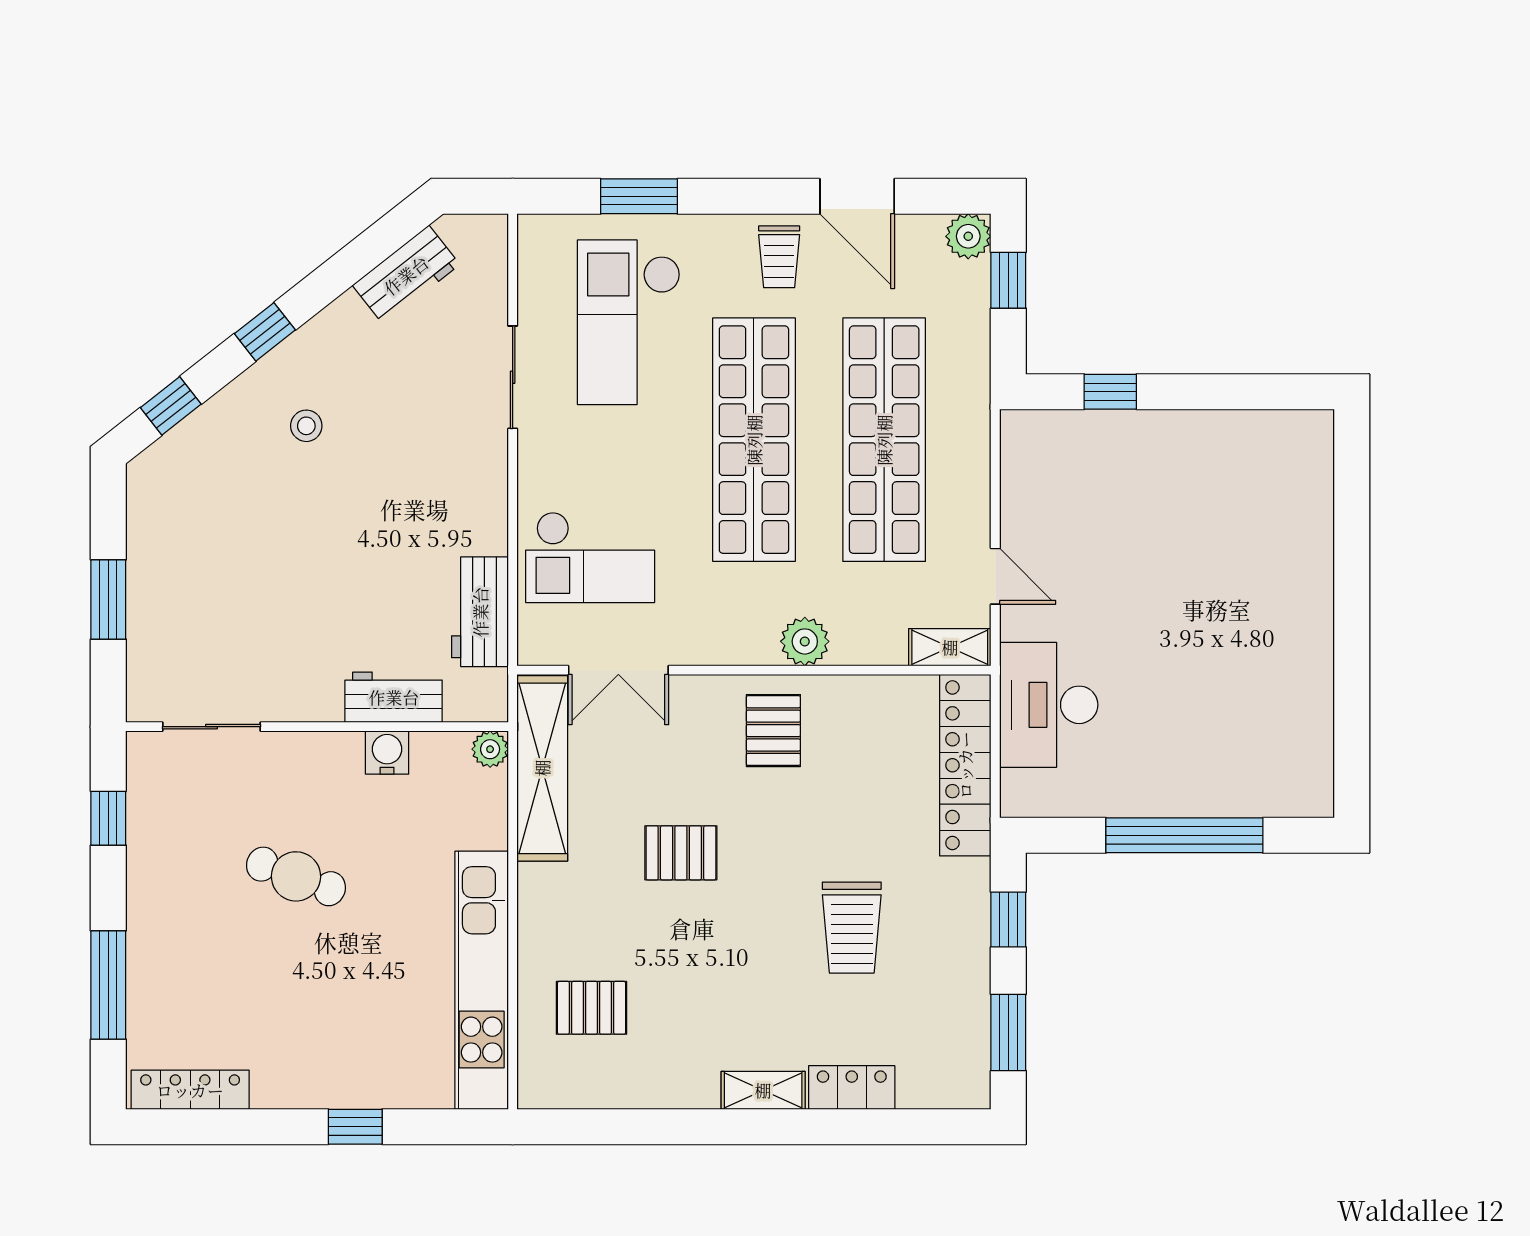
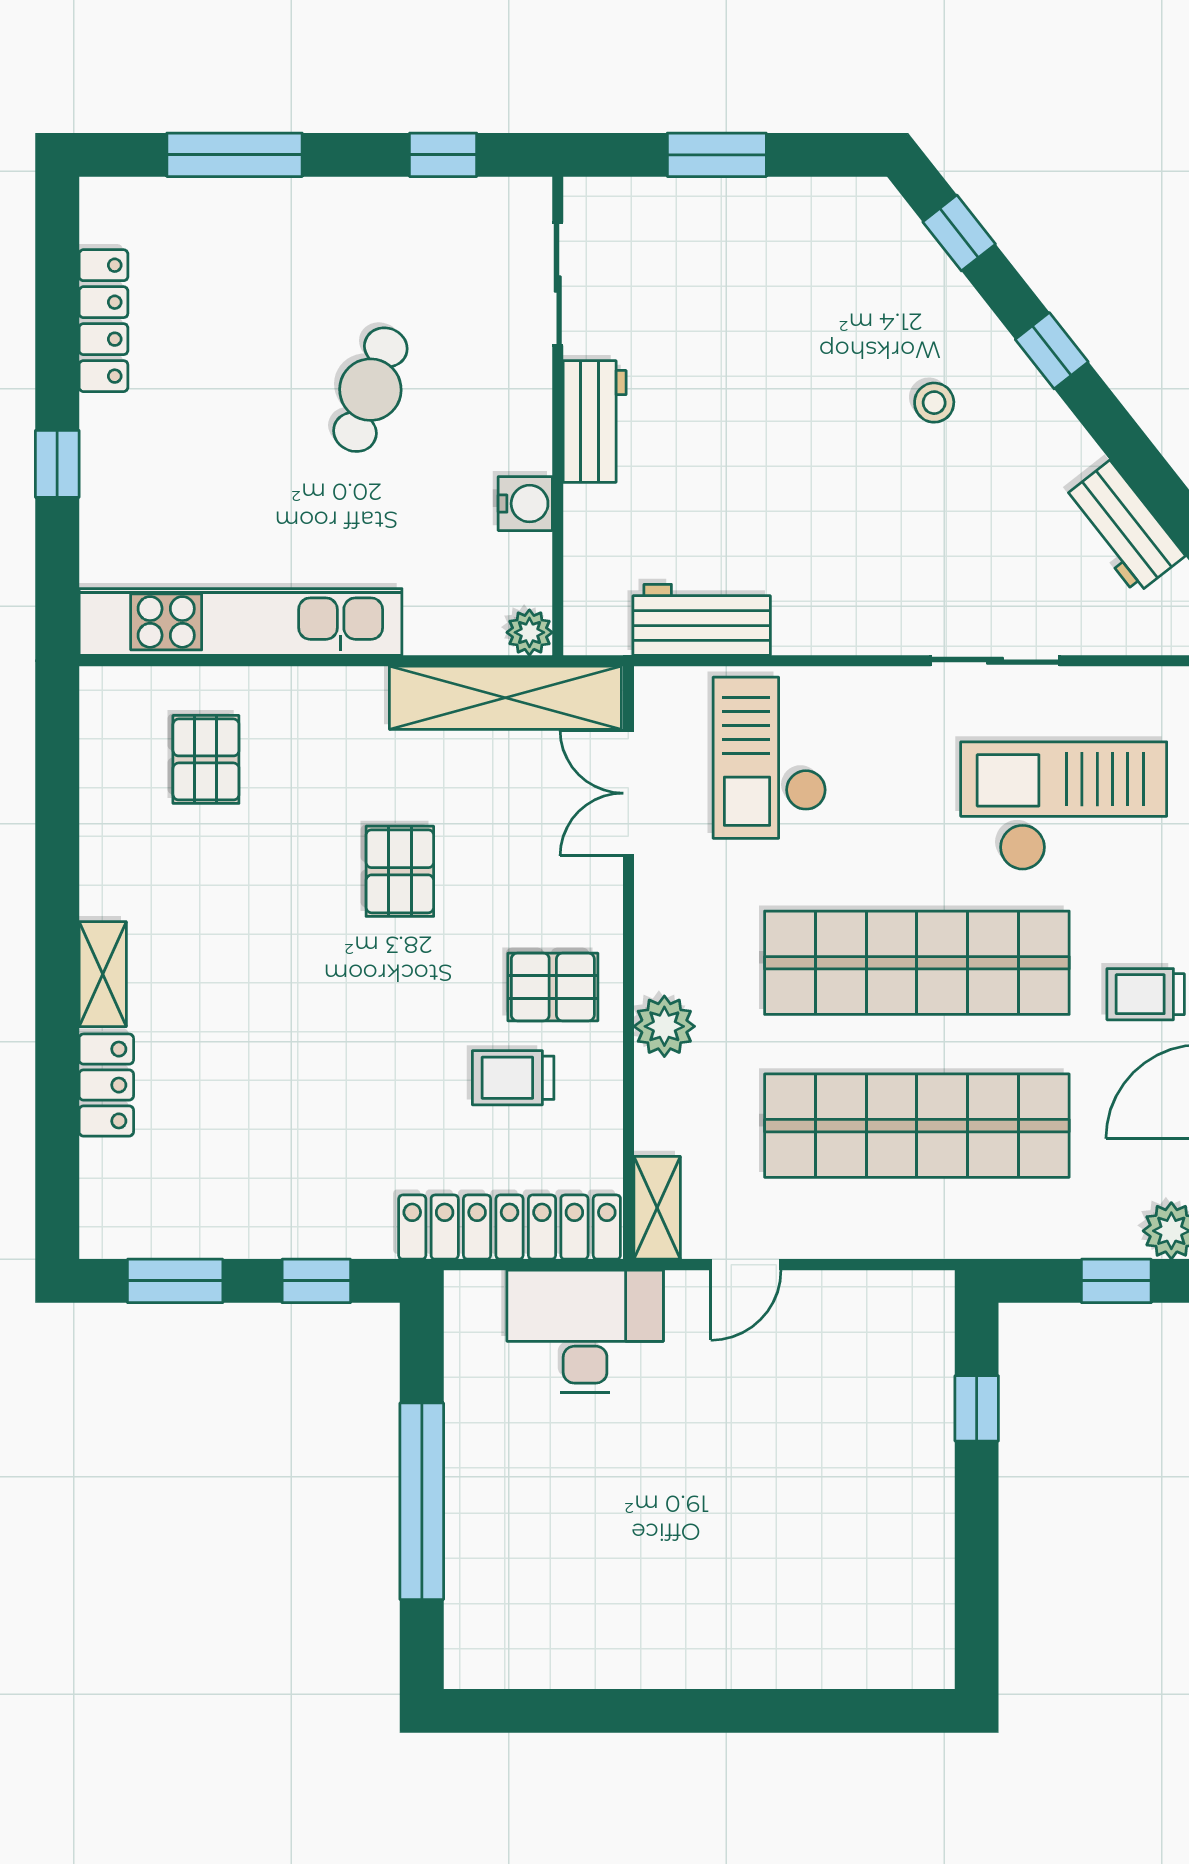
workbench: (394, 697) -> (595, 421), moved
trolley: (852, 928) -> (513, 1078), moved, width x0.73, depth x0.72
locker: (190, 1090) -> (103, 321), moved

